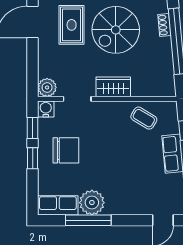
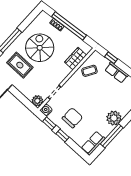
spiral stairs: (116, 30) -> (40, 48), turned 180
wardrobe: (113, 87) -> (76, 59), moved
plant: (92, 203) -> (114, 118), moved

